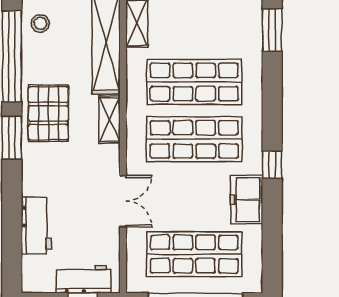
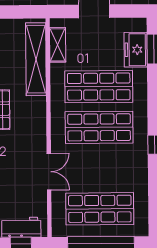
shelving: (110, 120) -> (39, 114), removed
freezer: (247, 200) -> (136, 50), moved

